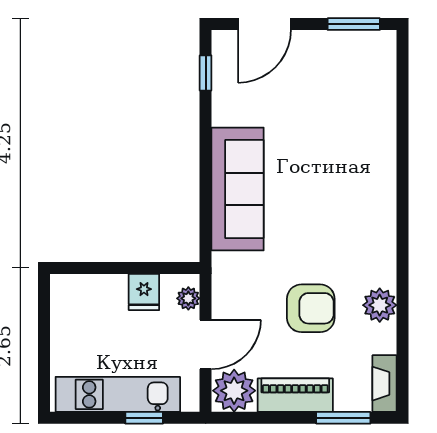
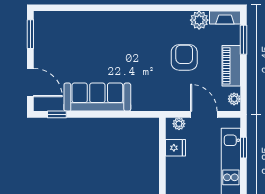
sofa: (238, 189) -> (97, 97), moved
plant: (380, 305) -> (199, 20), moved
plant: (234, 391) -> (234, 99), width x0.53, depth x0.53

